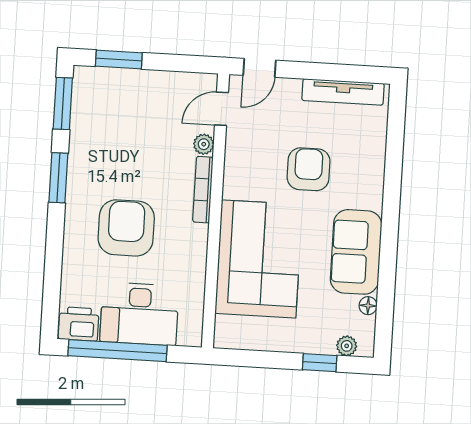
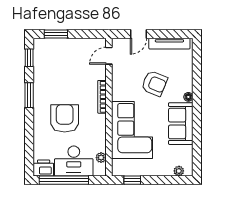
door: (259, 68) -> (139, 34), moved
window: (63, 103) -> (29, 58), width x0.67
plant: (204, 144) -> (101, 158), moved
armchair: (309, 169) -> (154, 83), turned 112
floor lamp: (368, 306) -> (188, 97), moved
window: (320, 363) -> (132, 180), moved

